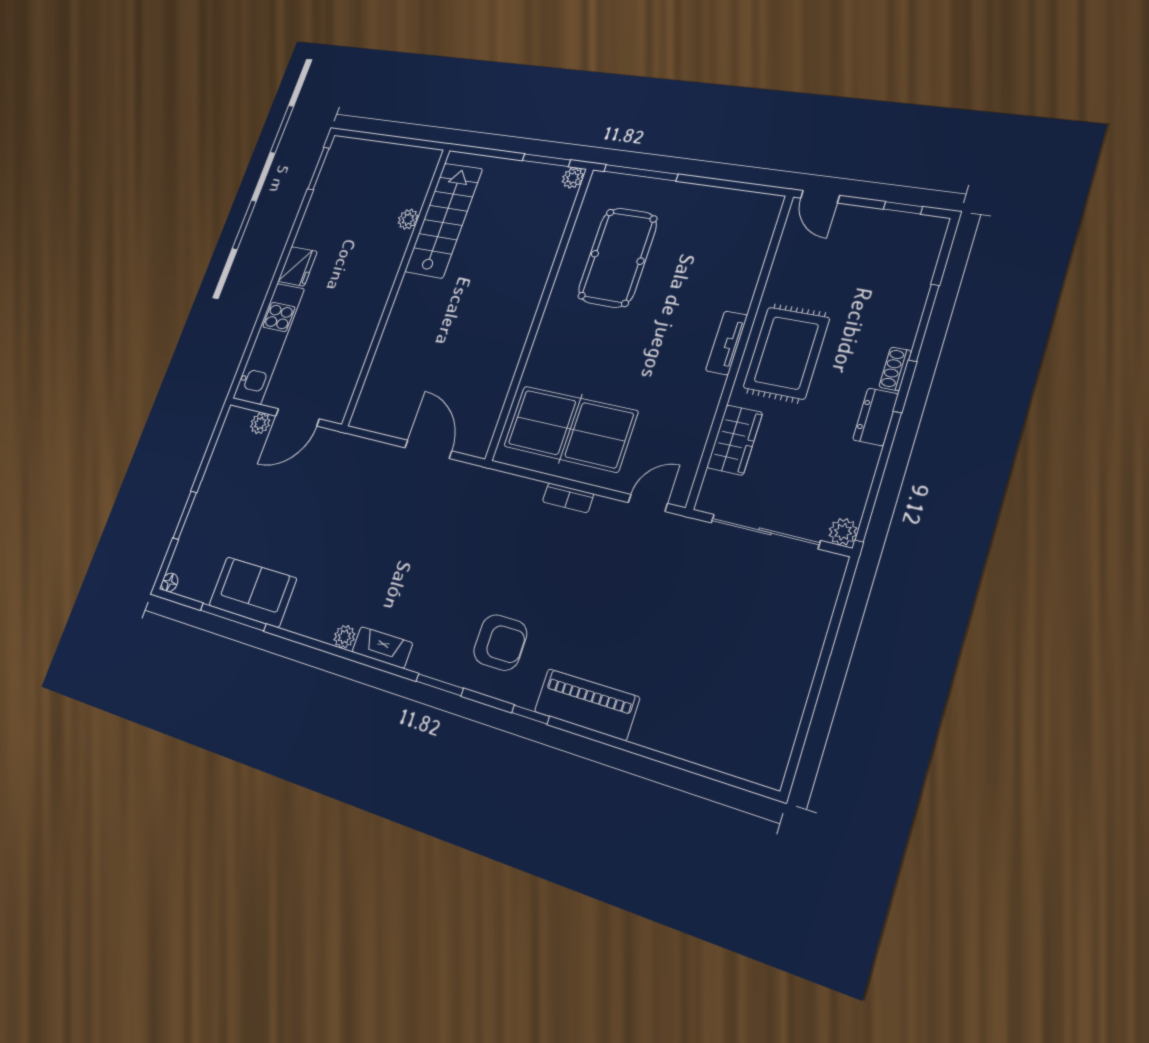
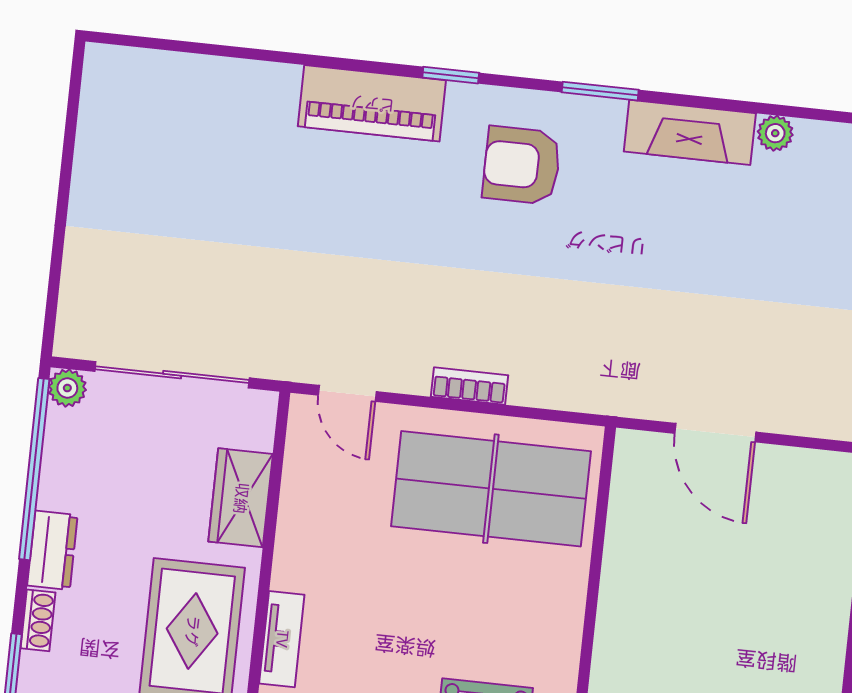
door: (648, 503) -> (347, 393), hinge flipped
fireplace: (382, 647) -> (690, 132), width x1.37, depth x1.32

